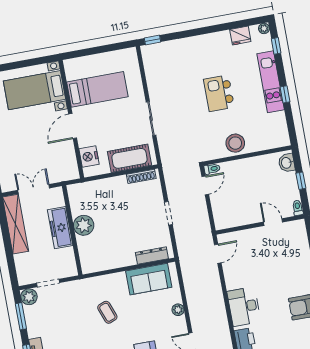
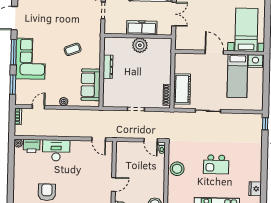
kitchen island: (219, 93) -> (216, 164), turned 180
nightstand: (89, 157) -> (255, 61), moved
dresser: (152, 256) -> (108, 67), moved

